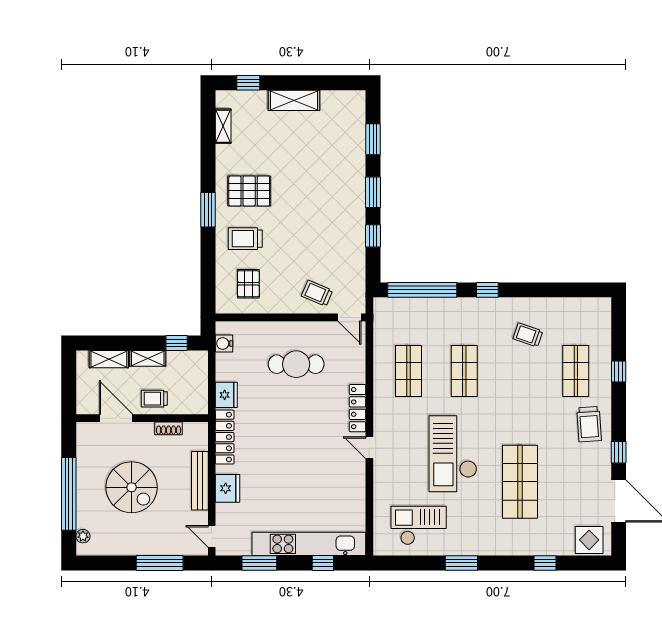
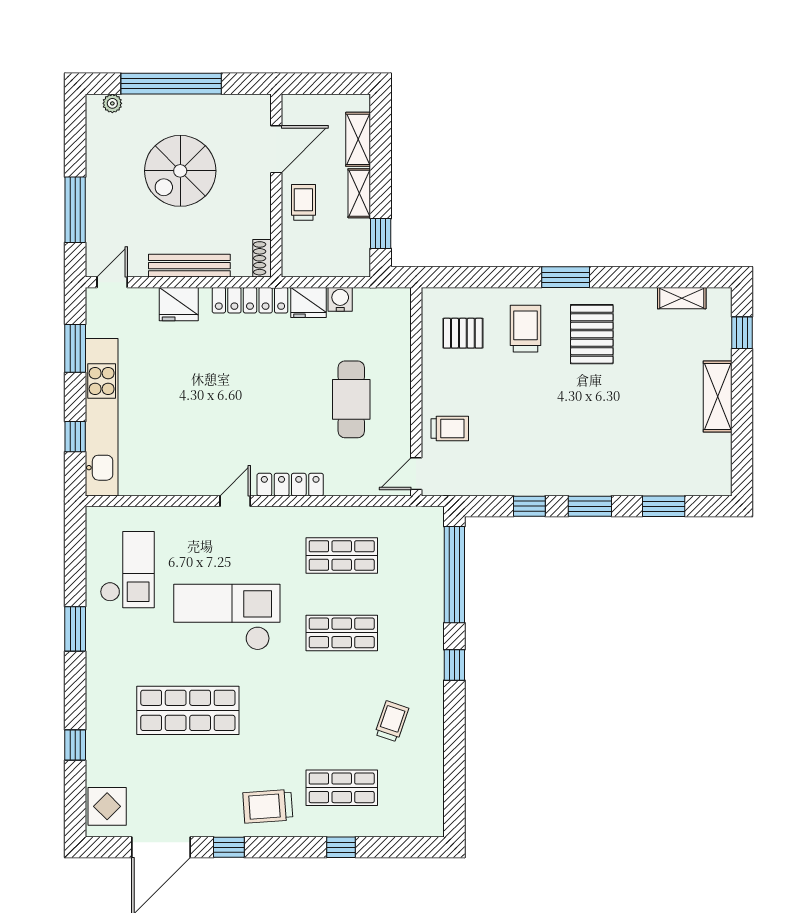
trolley: (317, 293) -> (450, 428), turned 67
water cooler: (224, 344) -> (340, 299), moved
shoe rack: (169, 428) -> (262, 258), moved

